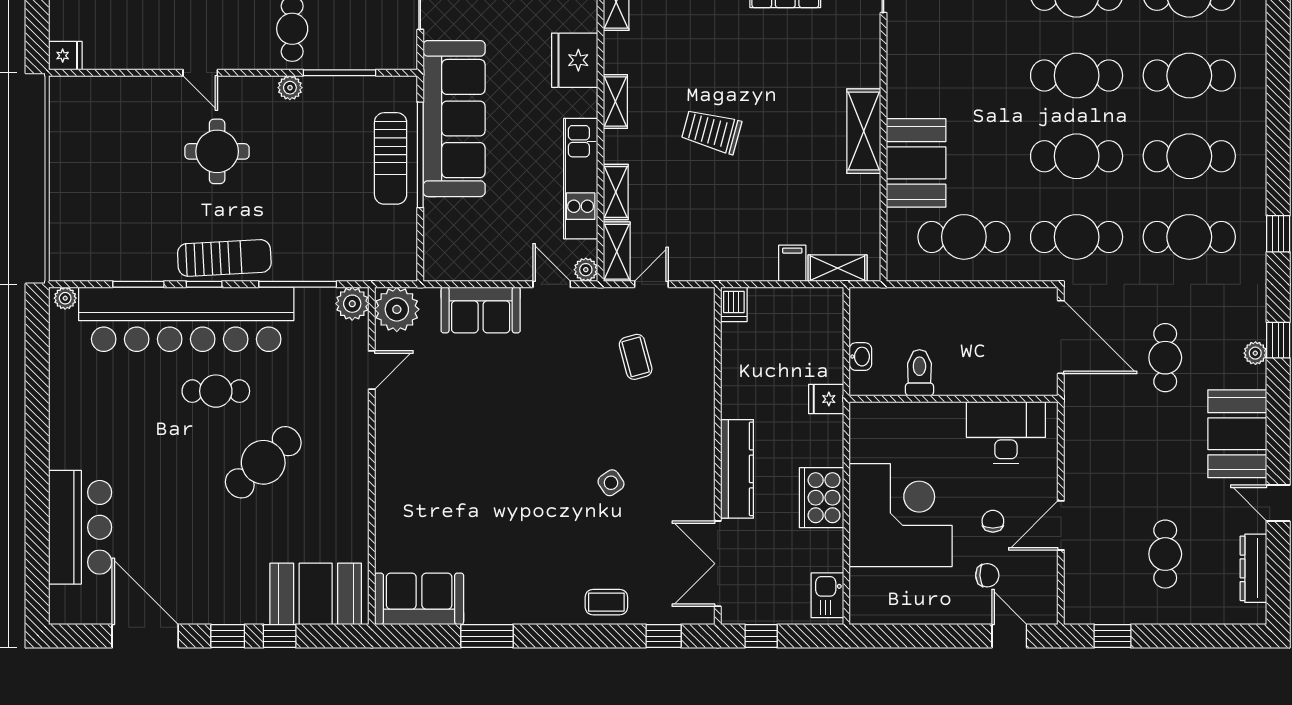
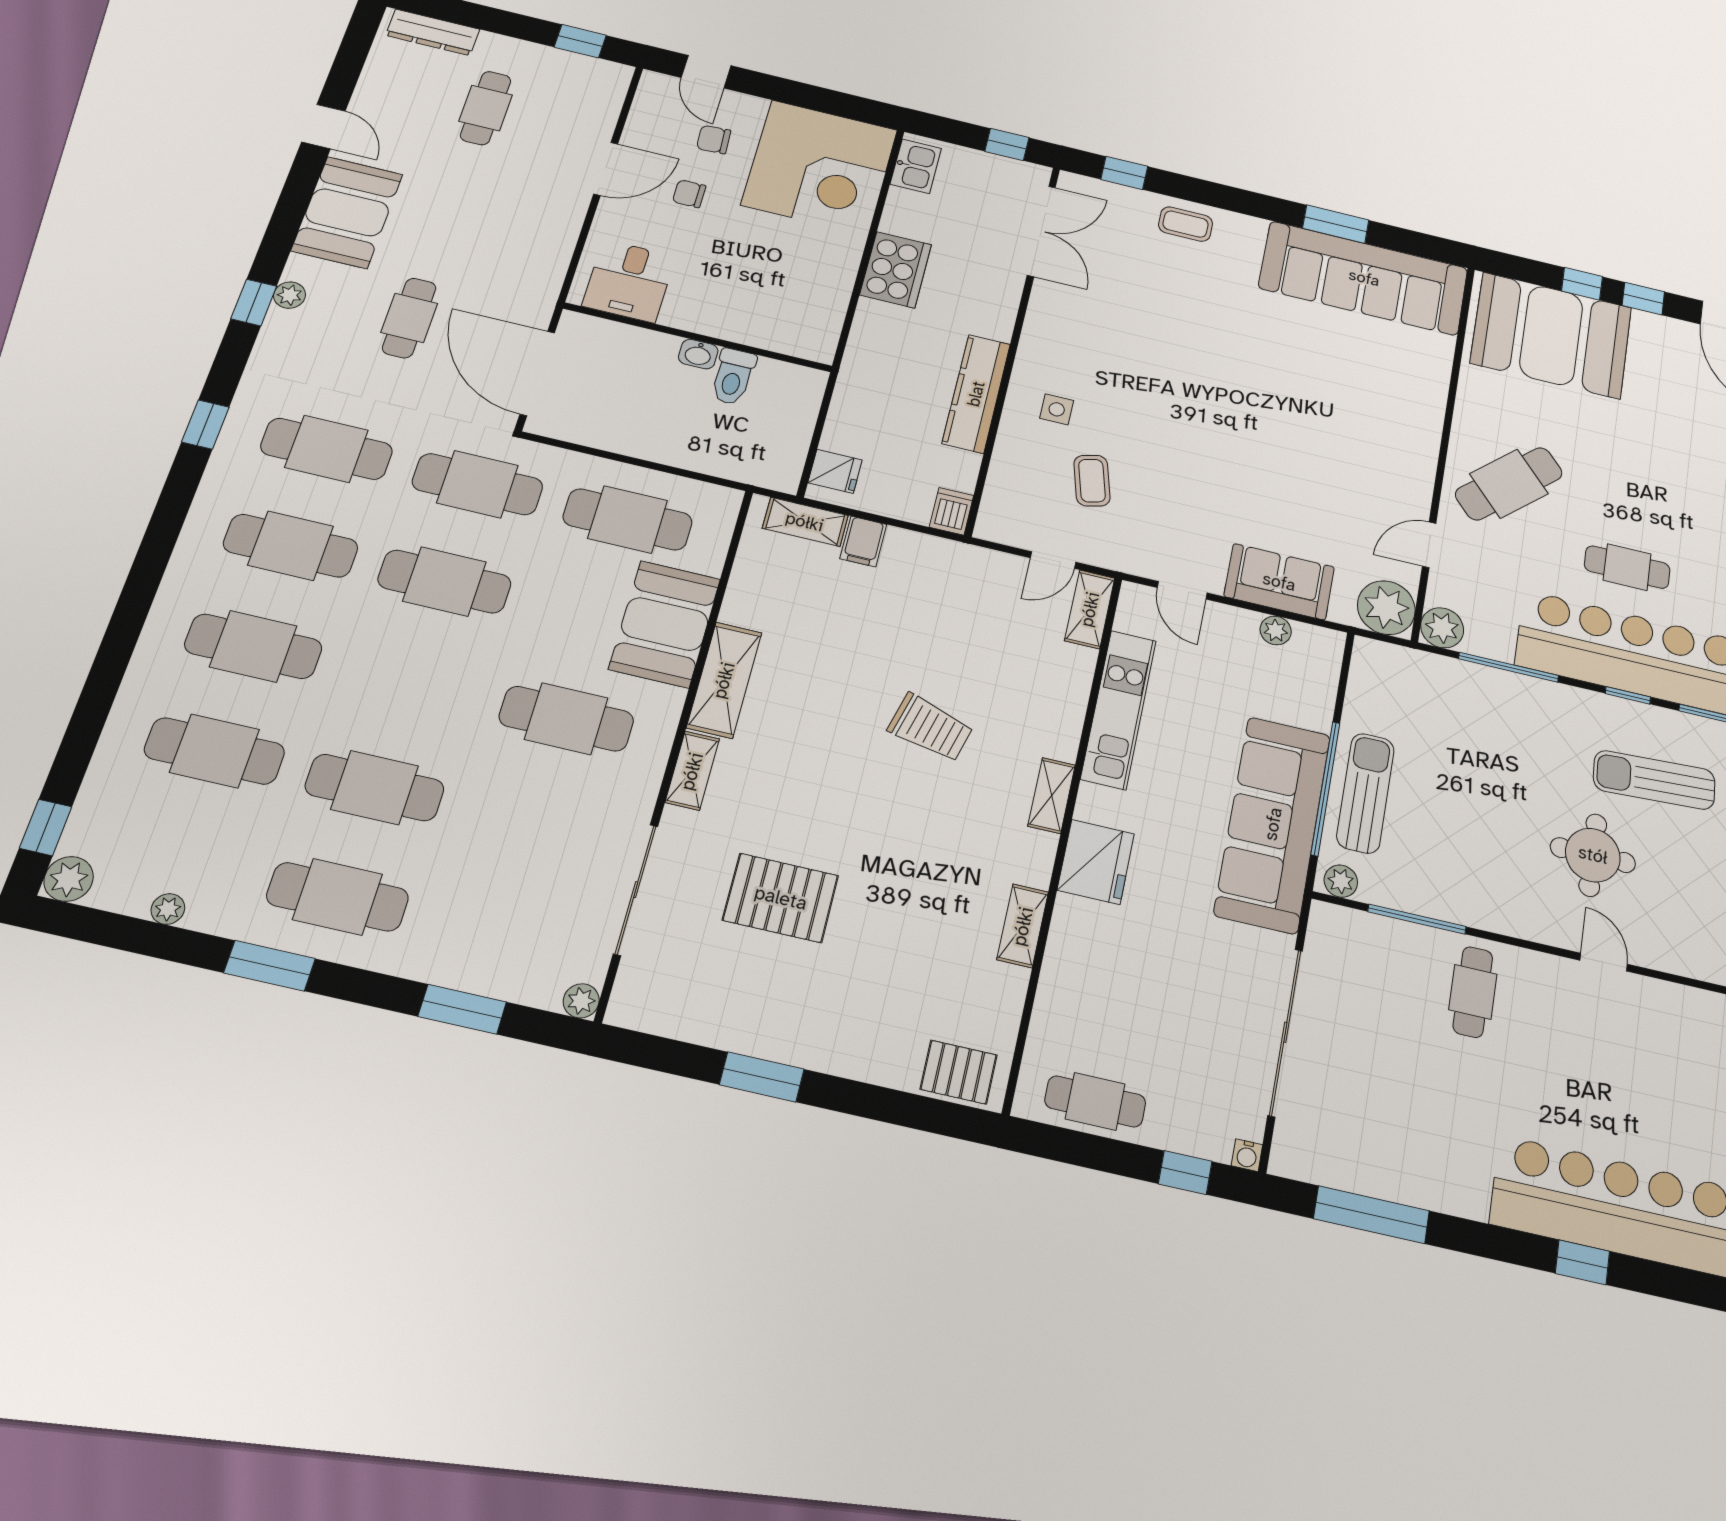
cafe table: (1077, 76) -> (566, 719), moved
plant: (290, 88) -> (1341, 881), moved
shelving: (616, 192) -> (692, 771), moved
sun lounger: (224, 258) -> (1654, 780), moved
plant: (586, 270) -> (1276, 630), moved
washbasin: (860, 357) -> (698, 354), moved, turned -90
fridge: (826, 399) -> (835, 471), moved
desk: (1006, 433) -> (629, 281), width x0.73
cafe table: (263, 462) -> (1509, 484), moved
kitchen counter: (737, 469) -> (976, 394), moved
side table: (611, 483) -> (1057, 409), moved, turned 35
corner desk: (901, 515) -> (820, 167), moved, turned -90
chair: (993, 521) -> (689, 194), turned 90
dresser: (1253, 568) -> (433, 32), moved, turned 90
booth: (316, 594) -> (1551, 335), width x1.36, depth x1.42
sofa: (419, 599) -> (1364, 278), width x1.85, depth x1.27

